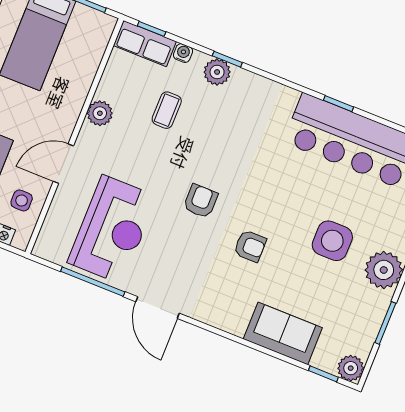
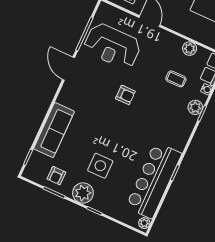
plant: (100, 113) -> (190, 49), moved
armchair: (250, 246) -> (56, 176), moved
door: (157, 307) -> (69, 69), hinge flipped
sofa: (283, 333) -> (54, 130), width x1.36
plant: (351, 368) -> (30, 172), removed

